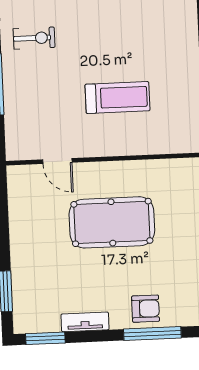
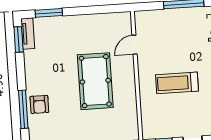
treadmill: (117, 98) -> (177, 83), turned 90
tv unit: (85, 322) -> (28, 33), moved

